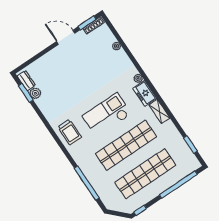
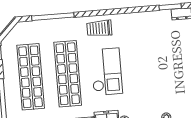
plant: (35, 93) -> (165, 16), removed
trolley: (70, 132) -> (99, 28), moved

